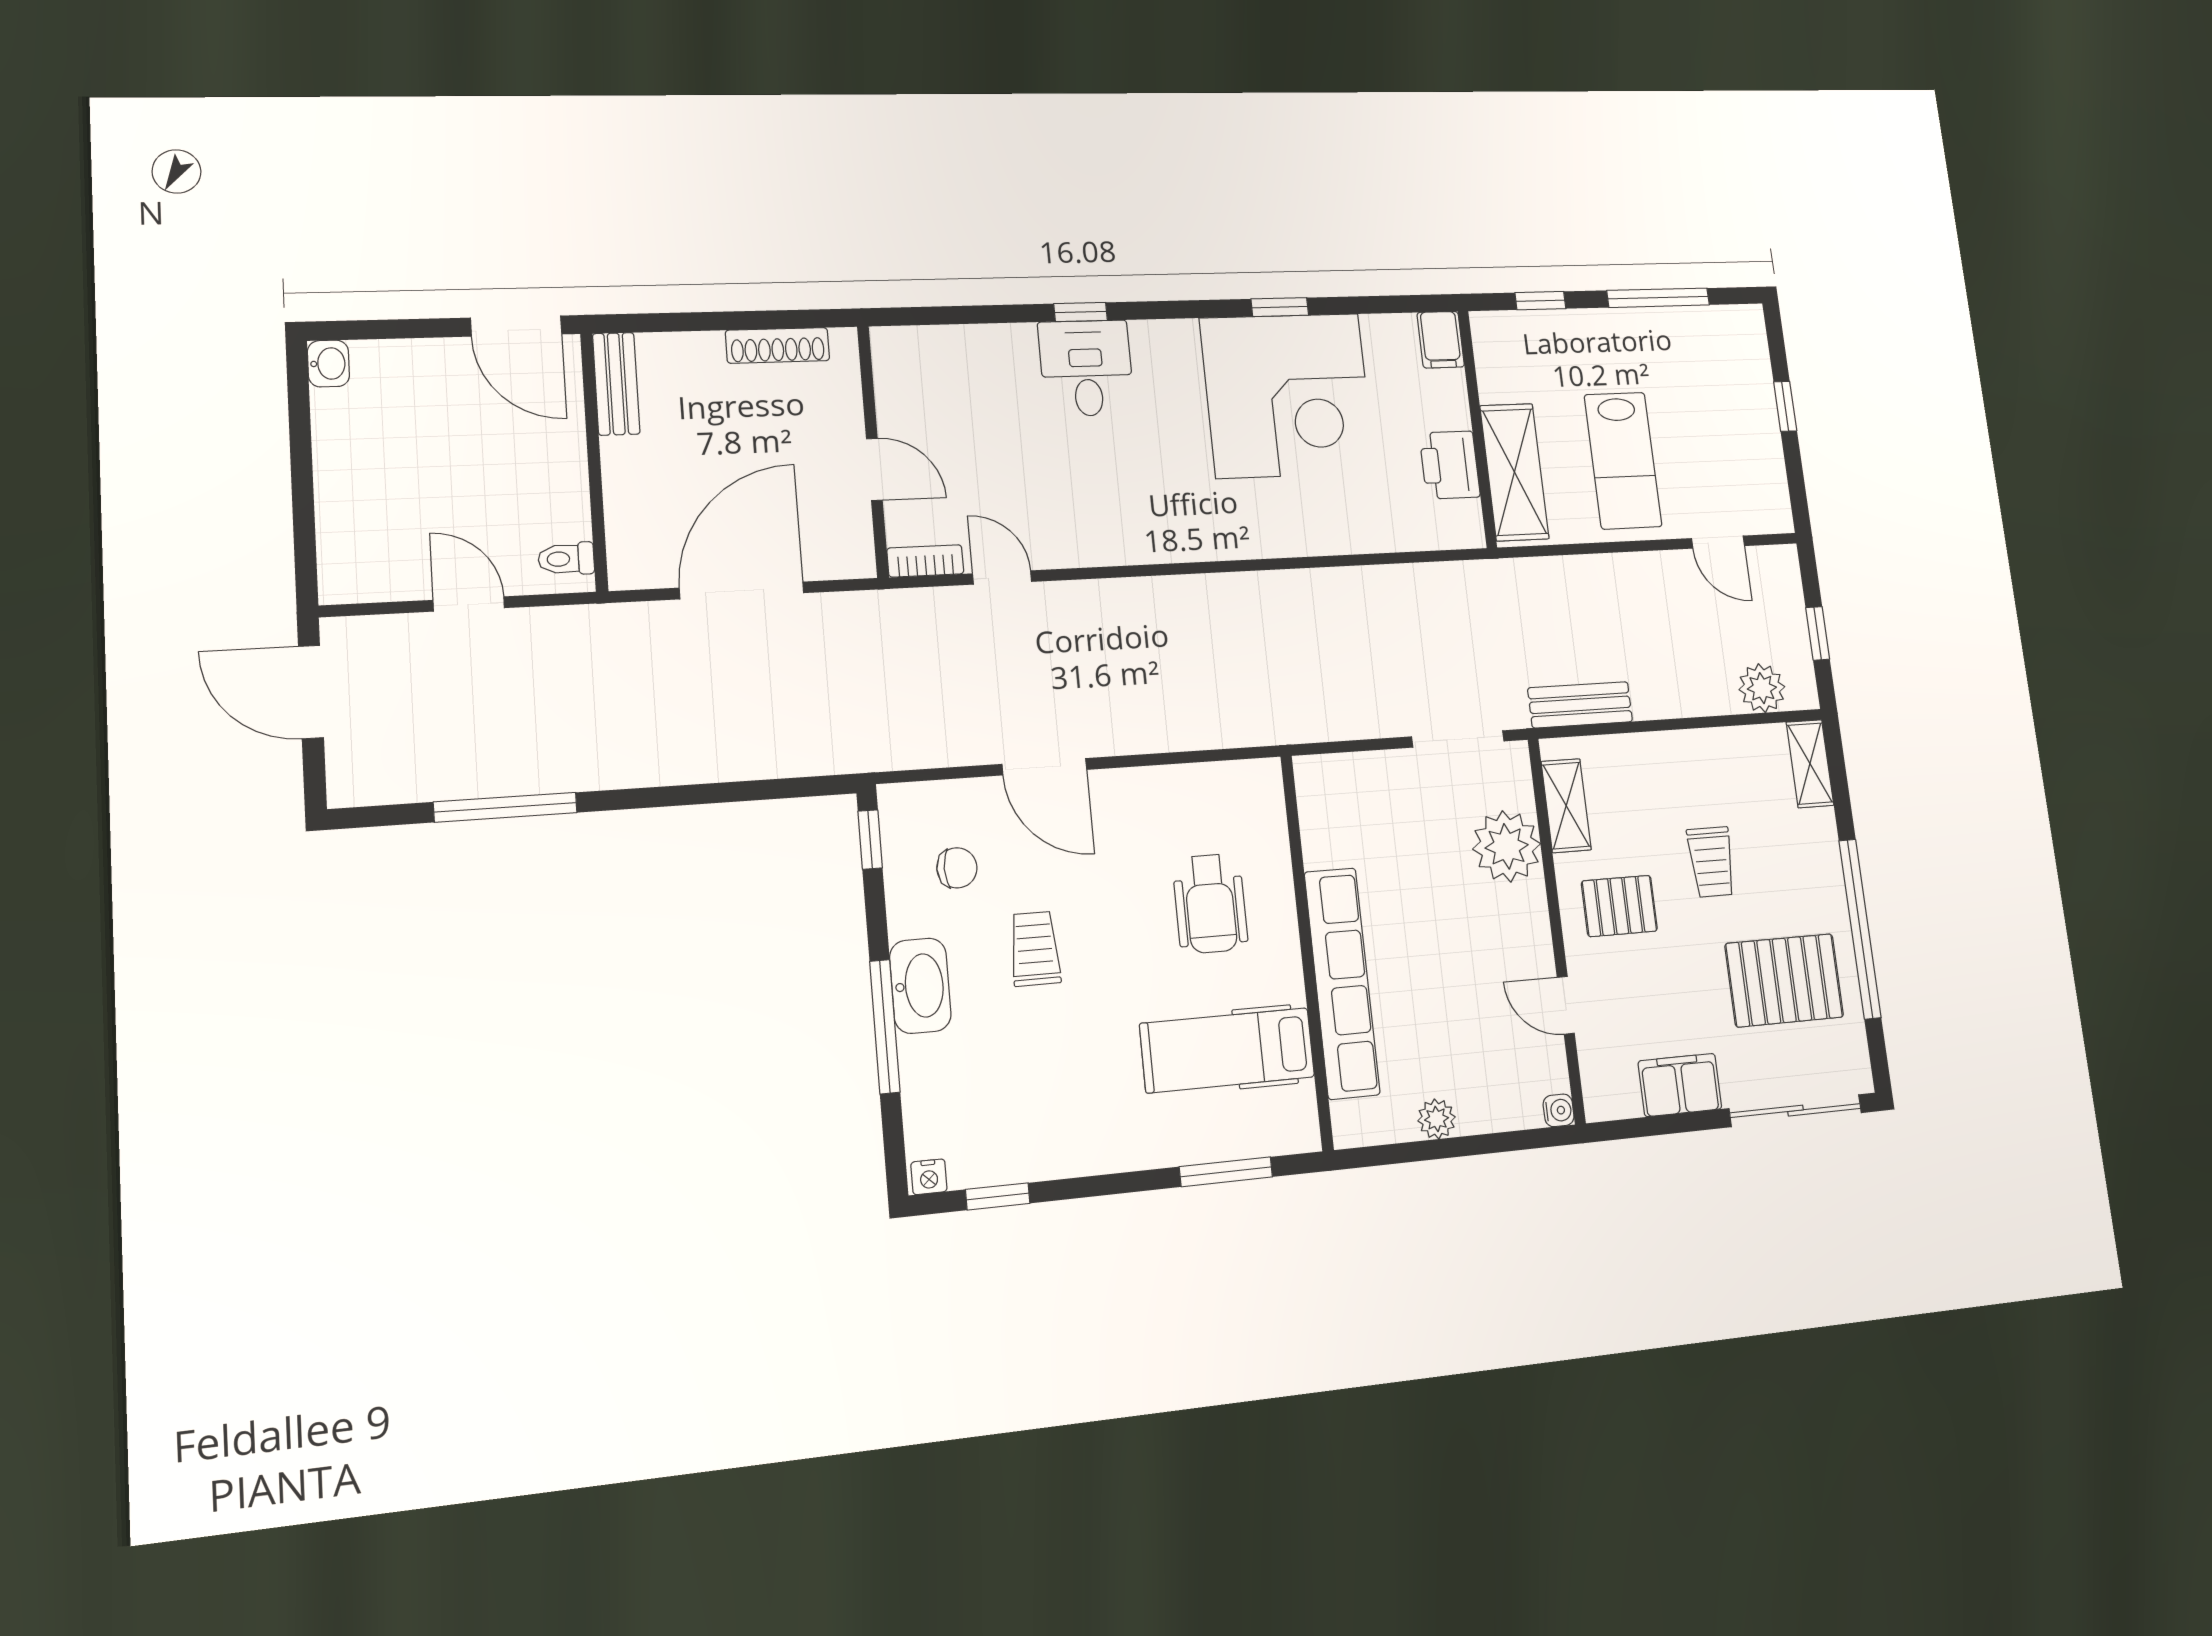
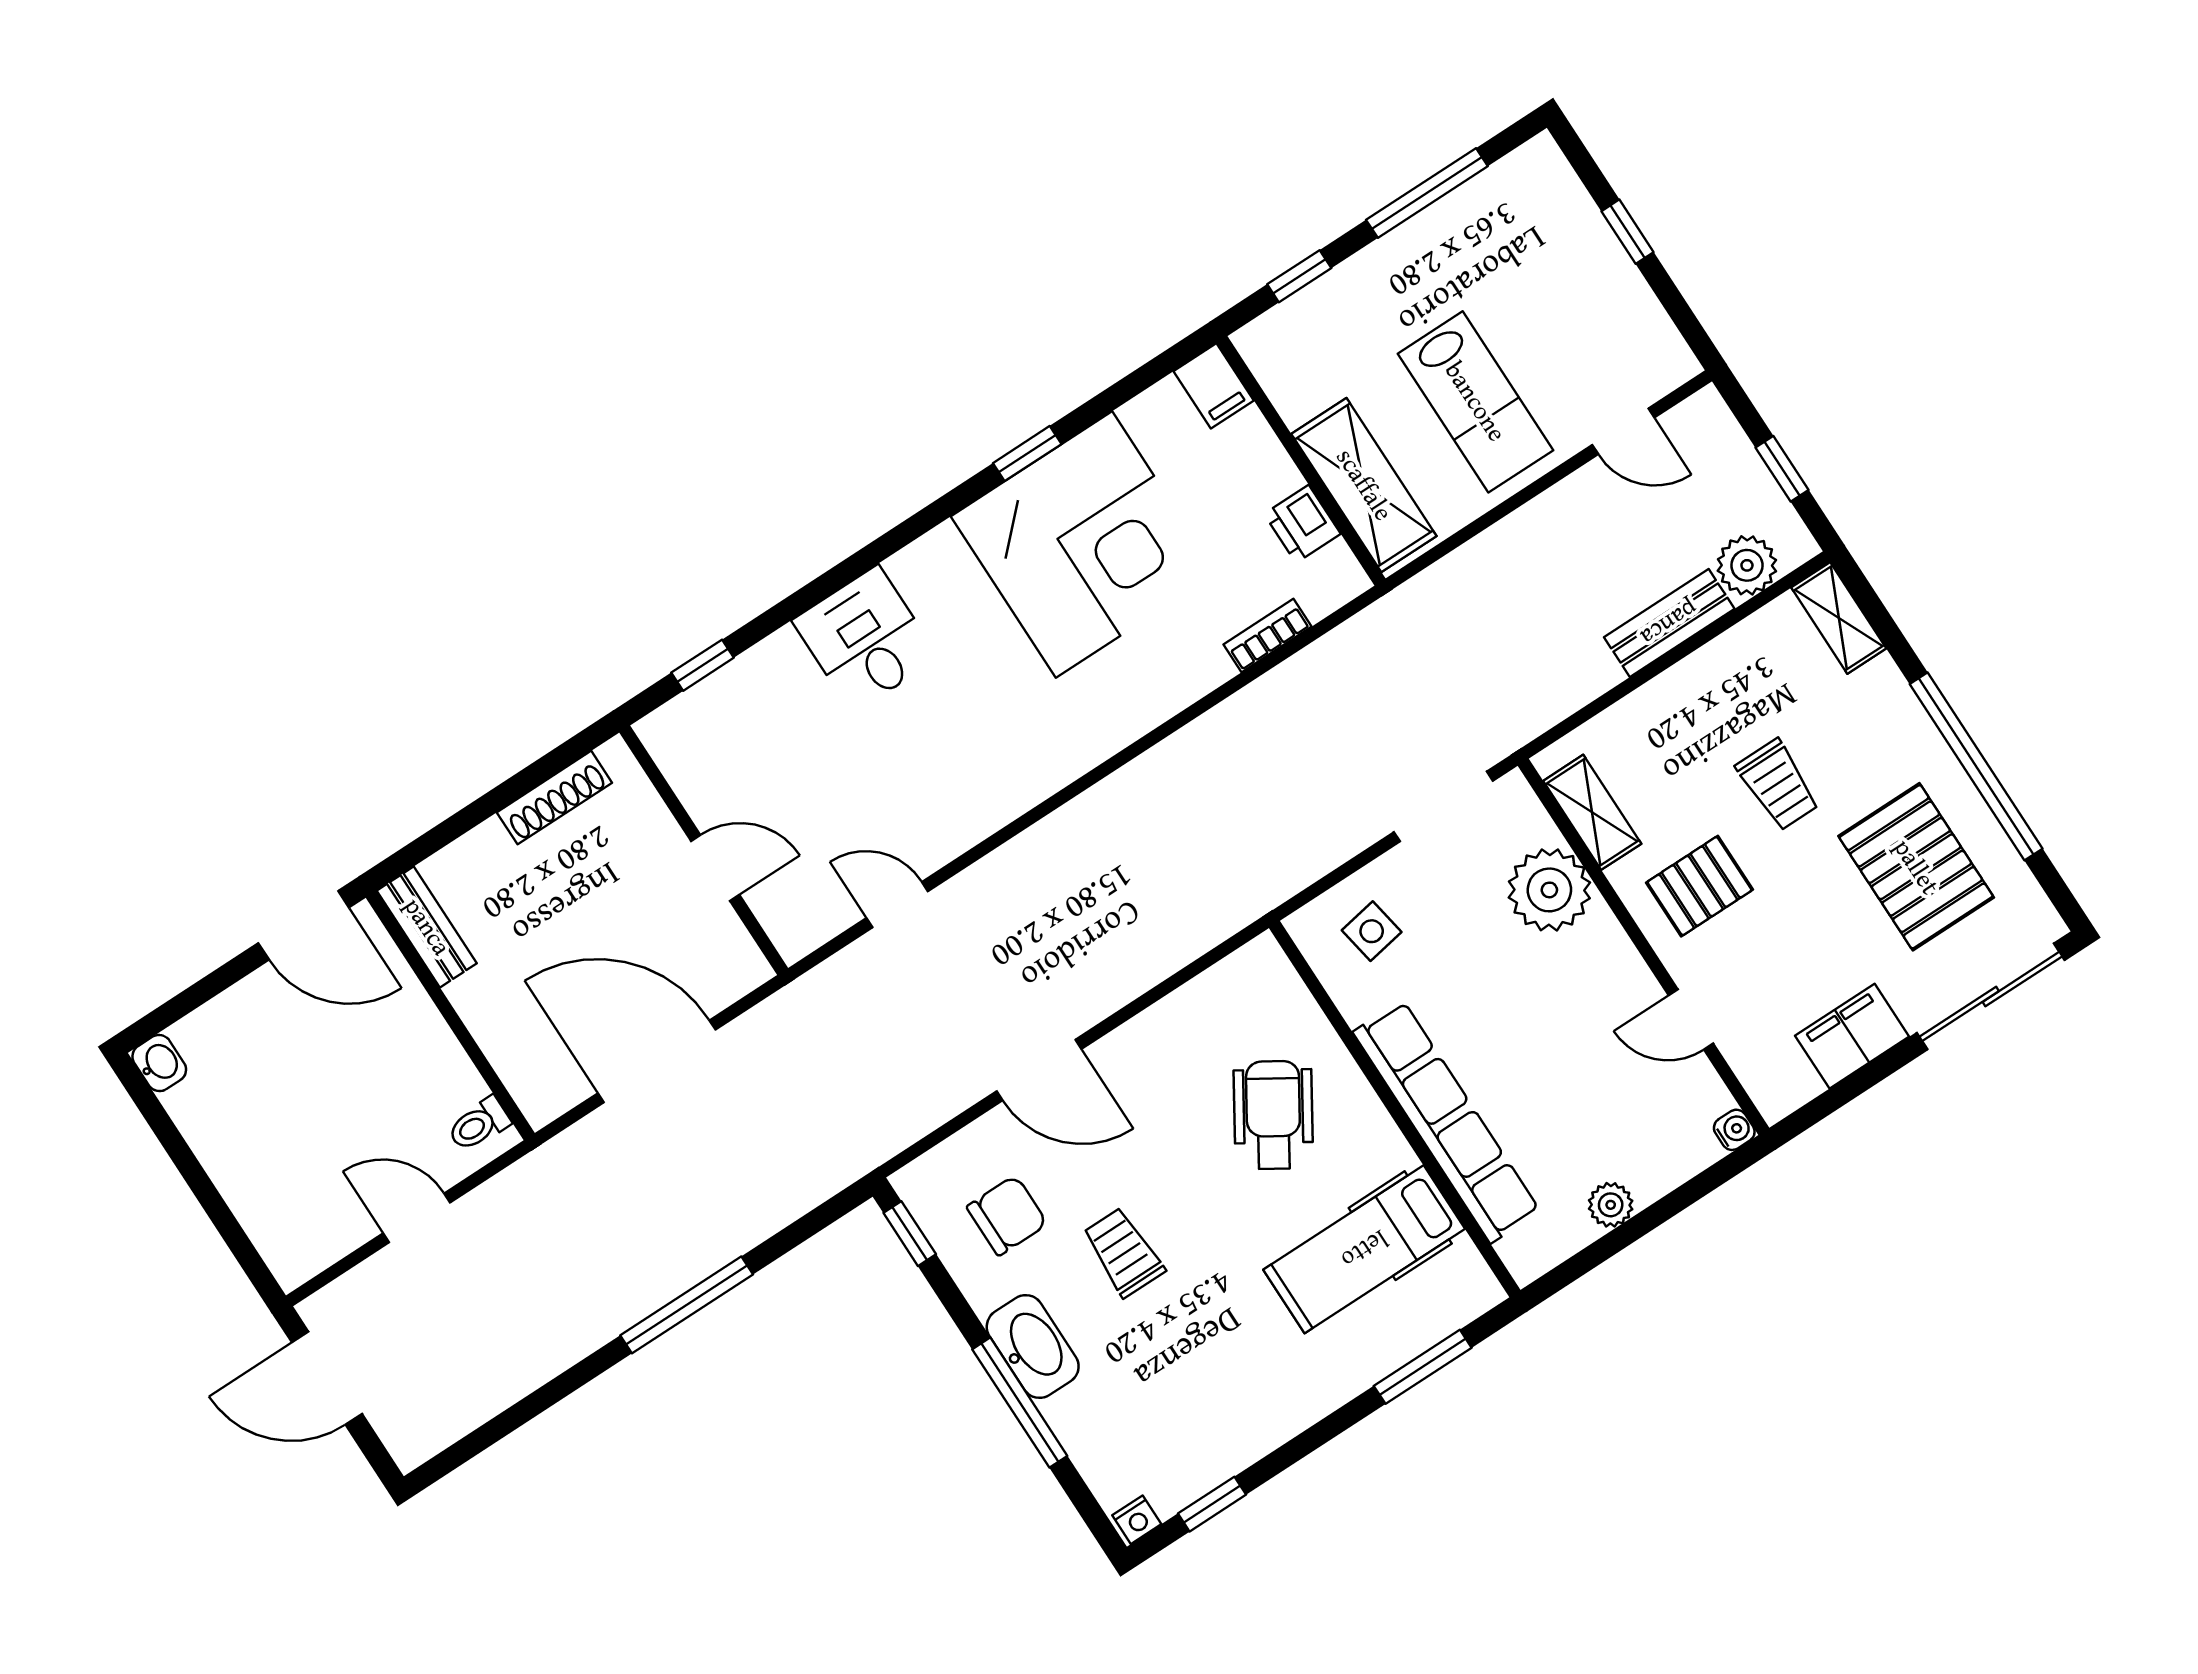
window: (1081, 312) -> (703, 665), moved
printer: (1450, 465) -> (1302, 524), width x0.73, depth x0.81
bookcase: (925, 561) -> (1268, 635), moved
door: (742, 590) -> (657, 1061), hinge flipped
bench: (1580, 705) -> (1669, 623), moved
side table: (1358, 803) -> (1372, 931), added
window: (505, 807) -> (687, 1305), moved
chair: (957, 868) -> (1007, 1215), width x1.37, depth x1.37
wheelchair: (1210, 904) -> (1273, 1115), turned -148
pallet: (1784, 980) -> (1916, 867), turned 90

